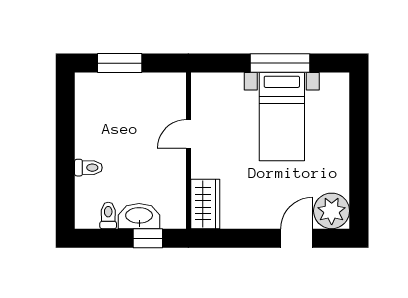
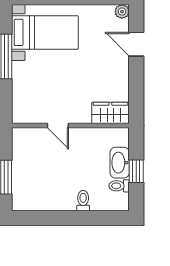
bed with nightstands: (282, 117) -> (45, 32), moved
plant: (332, 211) -> (122, 12), width x0.53, depth x0.53
window: (148, 238) -> (136, 171), moved

